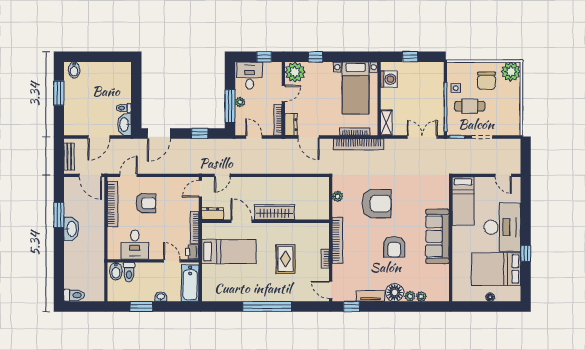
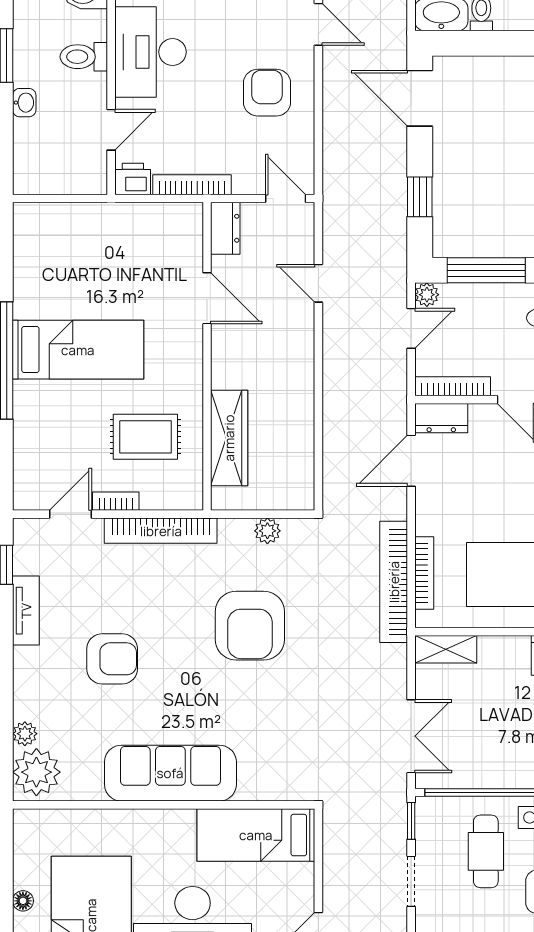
plant: (240, 102) -> (427, 295), moved
door: (222, 175) -> (318, 283), moved
armchair: (146, 203) -> (267, 93), moved, turned 180
wardrobe: (275, 212) -> (229, 438), moved
door: (241, 221) -> (207, 298), hinge flipped
desk: (135, 245) -> (150, 52), width x1.37
armchair: (394, 247) -> (112, 659), moved, turned 180
bed: (229, 252) -> (78, 350), moved, turned -90
rug: (285, 259) -> (145, 437), moved
toilet: (129, 272) -> (84, 57), moved
bathtub: (190, 283) -> (57, 174), removed
door: (331, 290) -> (70, 514), moved
floor lamp: (395, 292) -> (34, 669), removed
plant: (410, 296) -> (36, 772), moved, width x1.87, depth x1.87

